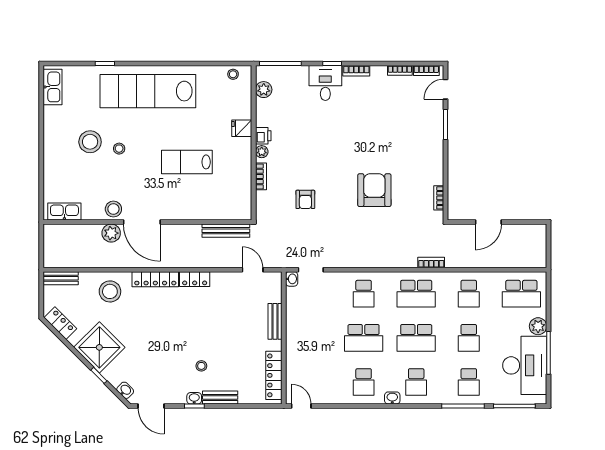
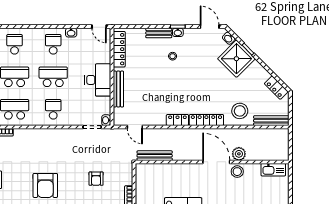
armchair: (305, 199) -> (96, 179), turned 180
bench: (61, 278) -> (271, 121), width x1.36
bench: (275, 321) -> (118, 89), width x1.36
desk: (303, 334) -> (98, 80), added
shower: (99, 347) -> (236, 59), moved
washbasin: (392, 398) -> (71, 33), moved

